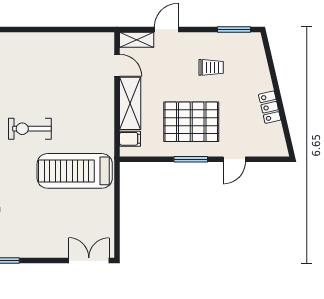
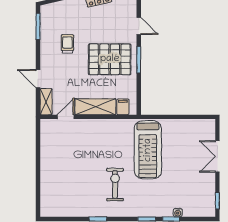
pallet: (191, 122) -> (110, 59), turned 90
exercise bike: (30, 129) -> (115, 185), turned 180
double door: (89, 261) -> (217, 156), moved

